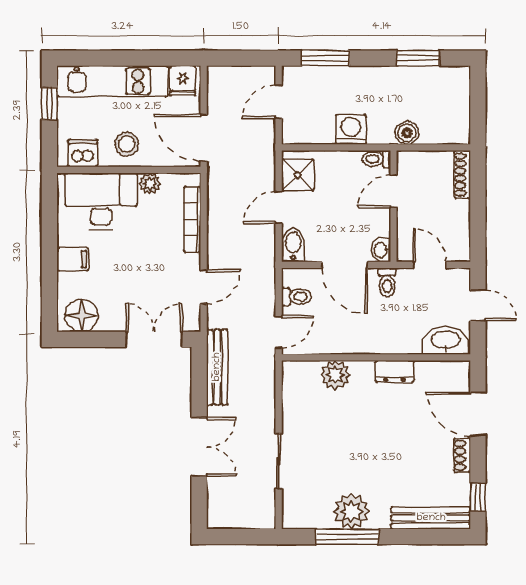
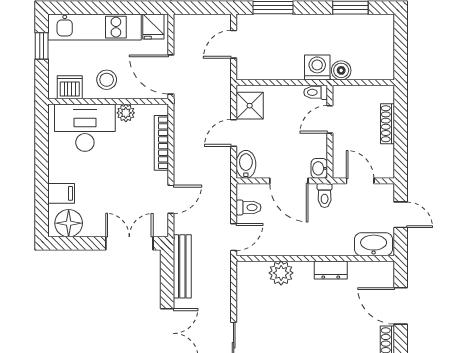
washing machine: (351, 129) -> (317, 67), moved
shoe rack: (462, 175) -> (387, 124), moved
filing cabinet: (73, 259) -> (61, 193), moved

